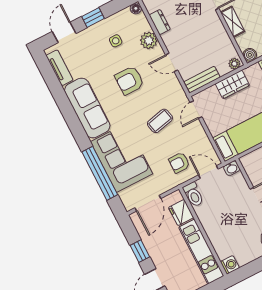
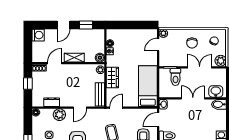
door: (196, 110) -> (116, 108), swing flipped

